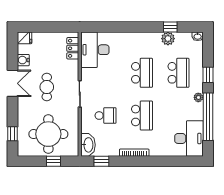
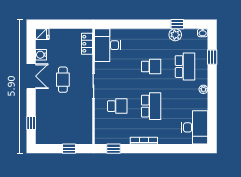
school desk: (142, 73) -> (151, 67), width x0.54
window: (208, 75) -> (212, 57), moved
window: (208, 117) -> (212, 107), removed
round table: (48, 134) -> (64, 123), removed
washbasin: (88, 145) -> (101, 133), removed

